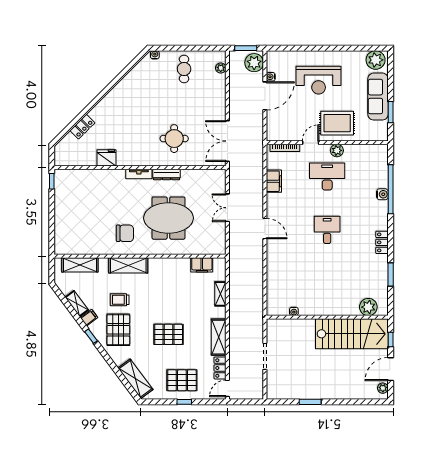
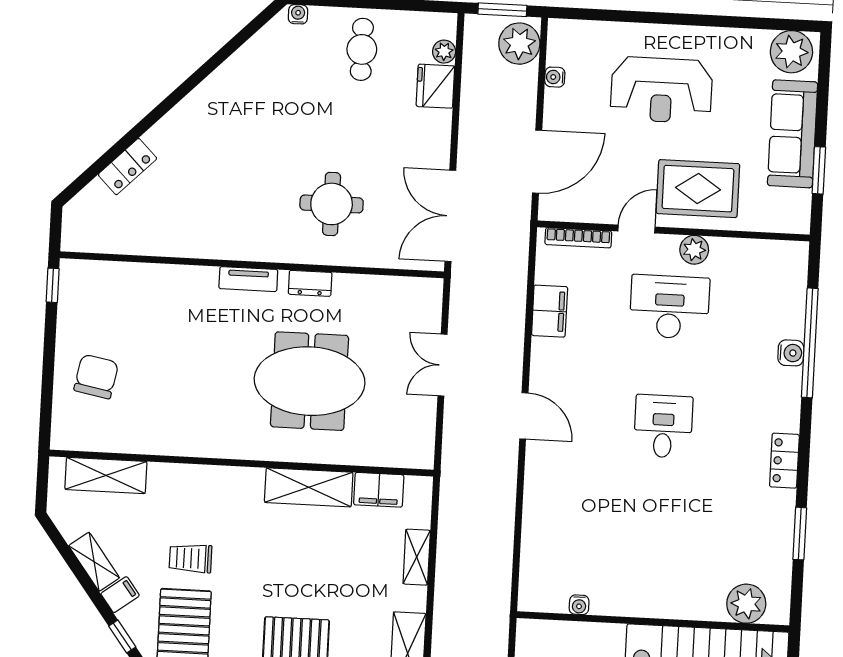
door: (265, 96) -> (537, 162), moved
fridge: (106, 158) -> (435, 86), moved, turned -90
dresser: (166, 174) -> (310, 283), width x0.70
chair: (125, 233) -> (96, 376), moved, turned -79
shelving: (128, 265) -> (309, 487), moved

